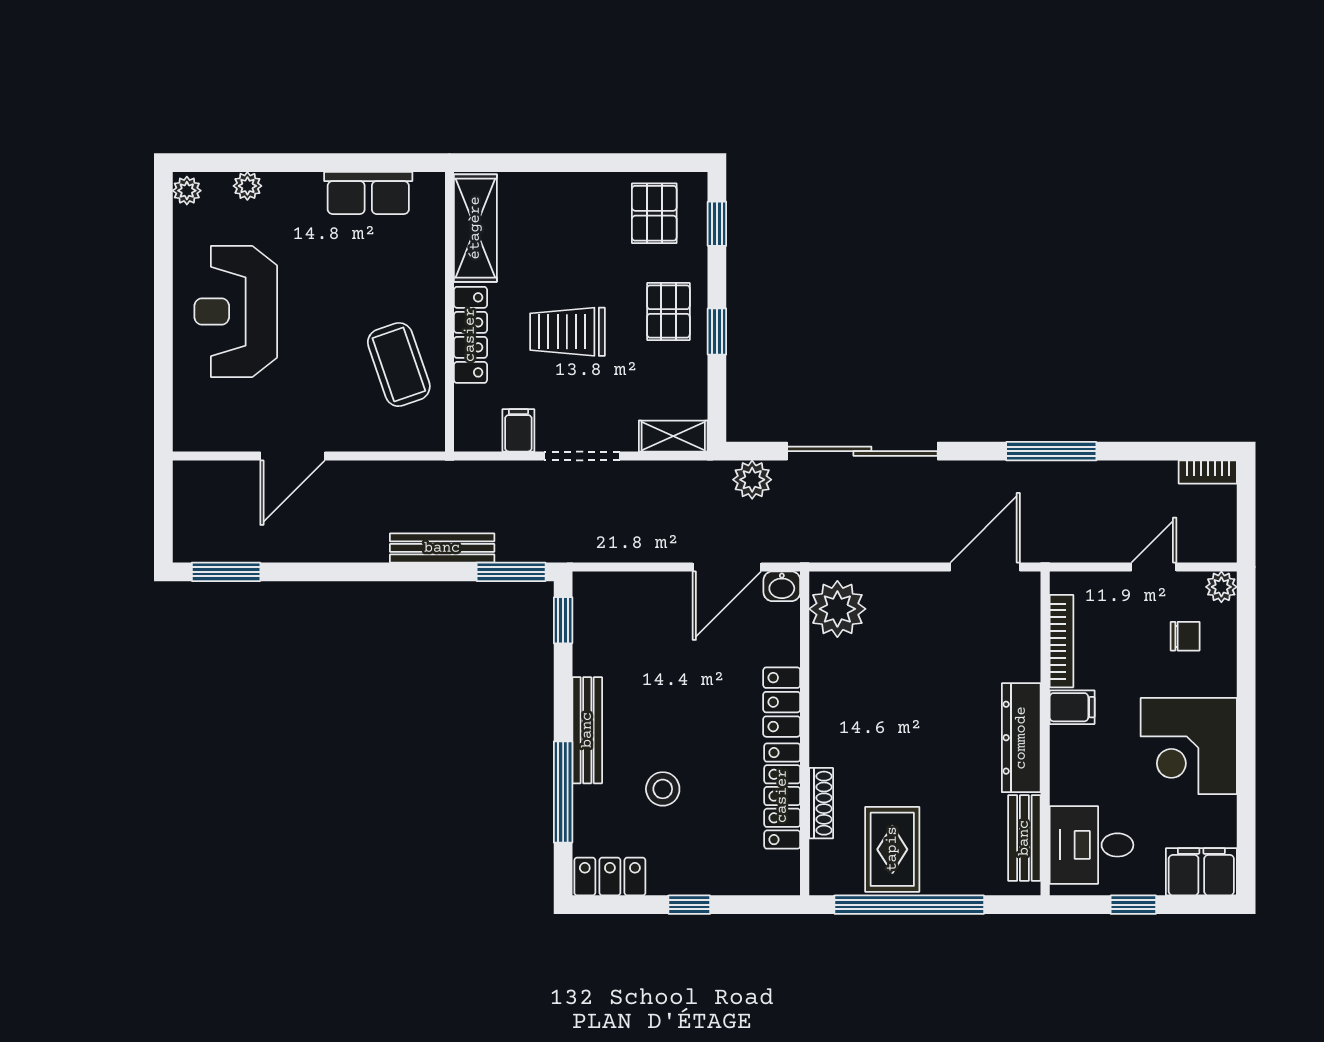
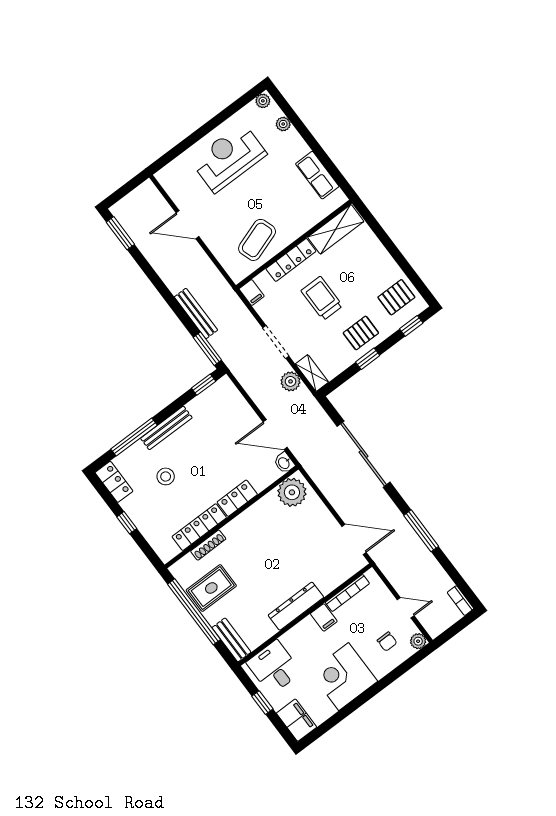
filing cabinet: (518, 430) -> (252, 292), moved, turned 90
plant: (752, 480) -> (291, 381), moved
bench: (1024, 838) -> (231, 640), moved, turned 90

